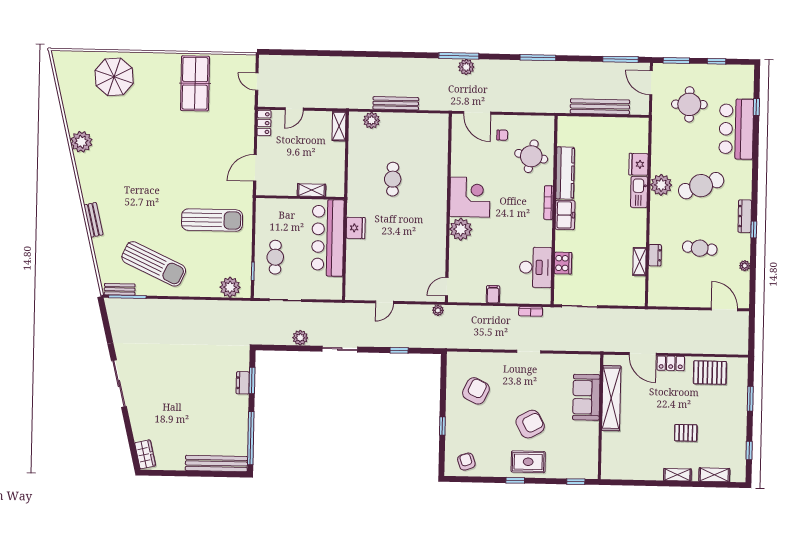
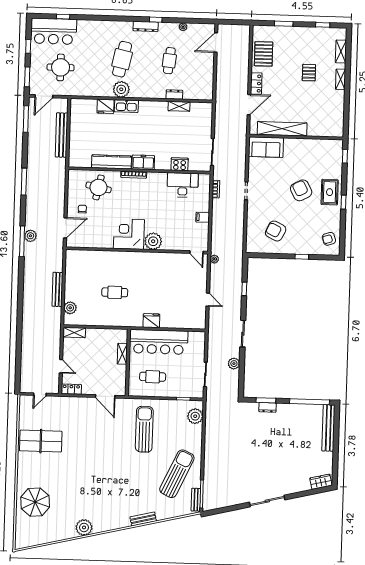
bar counter: (736, 129) -> (54, 31), moved
cafe table: (701, 186) -> (122, 59), turned 33
cafe table: (275, 257) -> (153, 377), moved
sofa: (586, 397) -> (266, 147), moved

